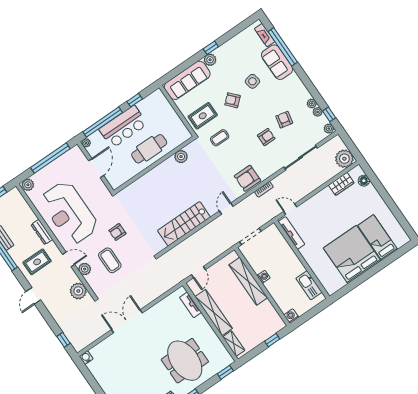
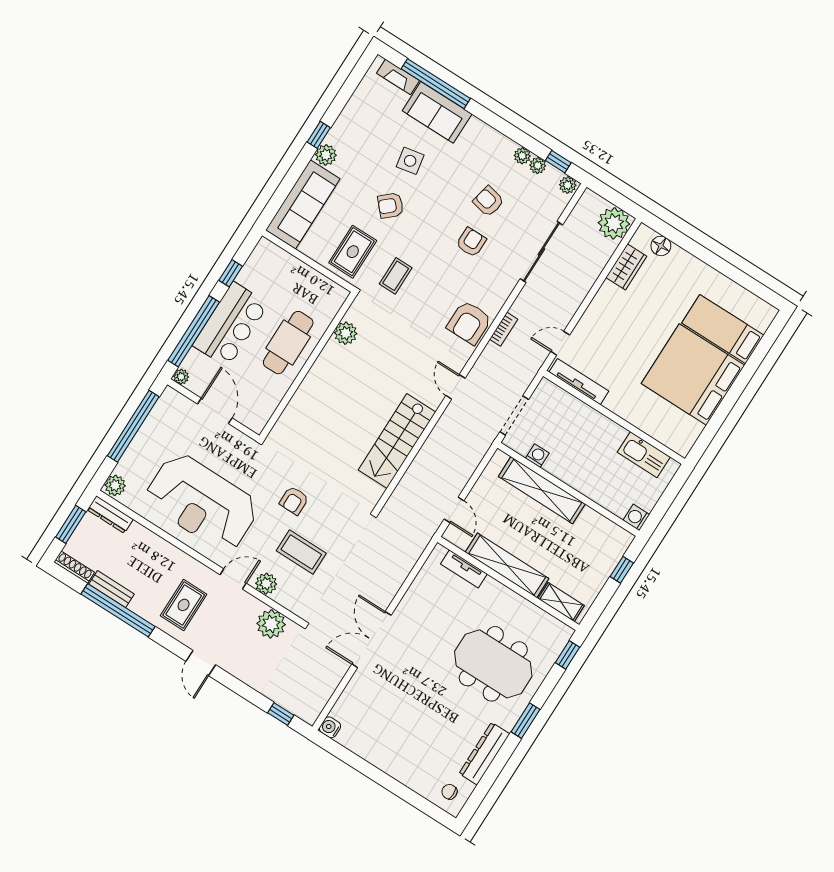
dresser: (42, 232) -> (110, 514), moved
washing machine: (263, 277) -> (537, 456), moved

